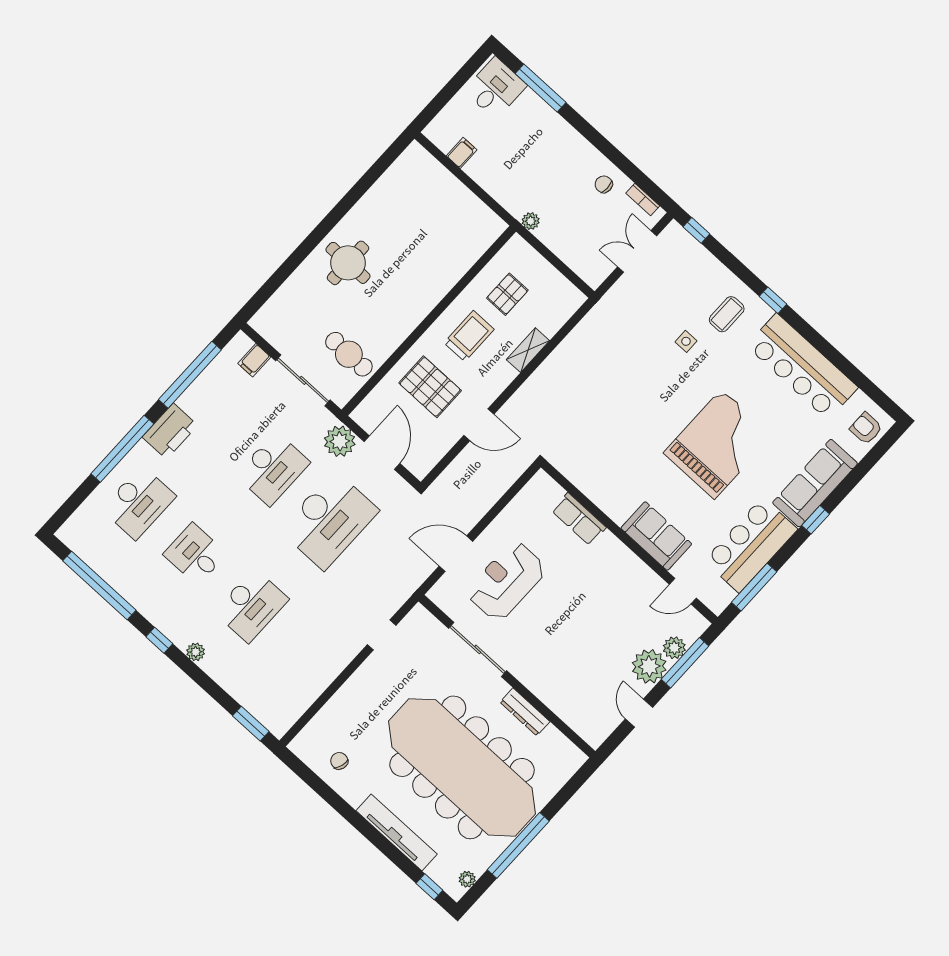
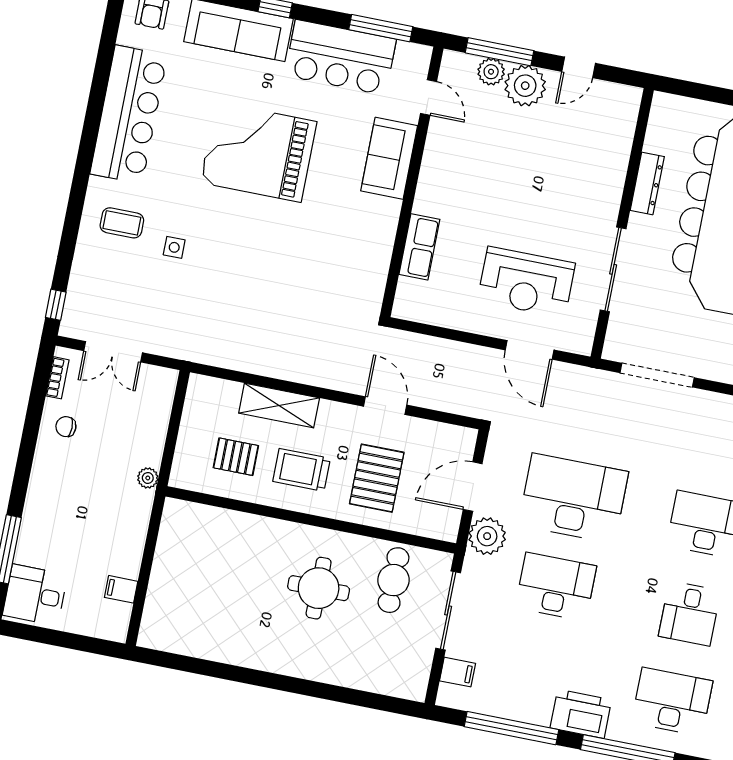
chair: (604, 184) -> (66, 427), turned 90
round table: (348, 263) -> (319, 588), moved
window: (773, 300) -> (80, 185), removed
shelving: (528, 350) -> (279, 405), width x1.50, depth x1.33
doorway: (382, 635) -> (657, 375), width x1.87

